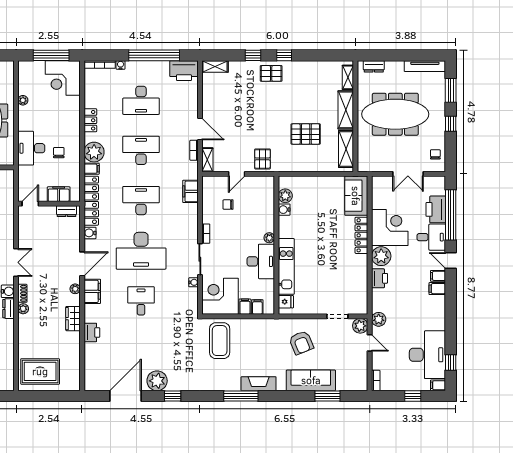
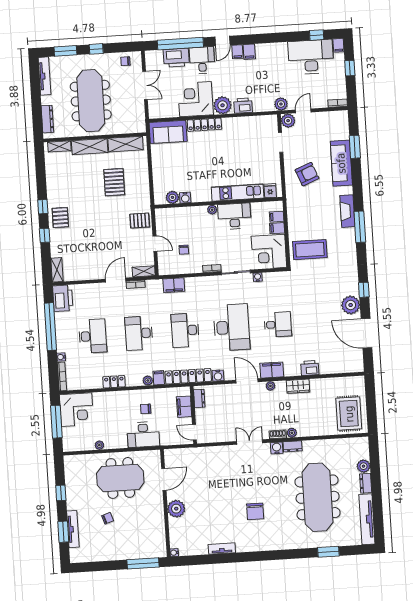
dresser: (374, 66) -> (47, 119), width x1.44
plant: (94, 152) -> (148, 380), width x0.53, depth x0.53
desk: (141, 301) -> (278, 324), turned 180

